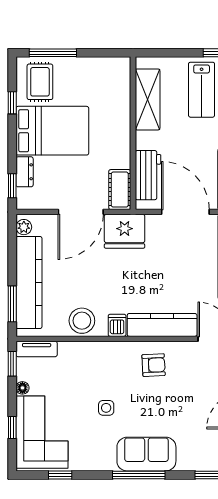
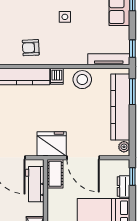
door: (81, 212) -> (83, 158), swing flipped
tv unit: (37, 349) -> (109, 59), width x1.41
floor lamp: (22, 388) -> (125, 31), removed

